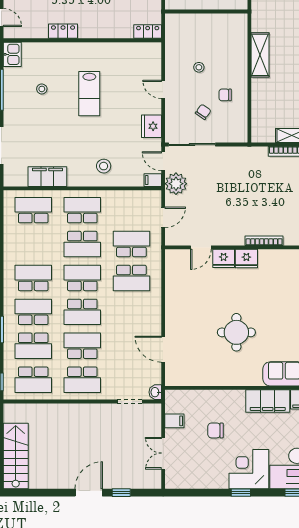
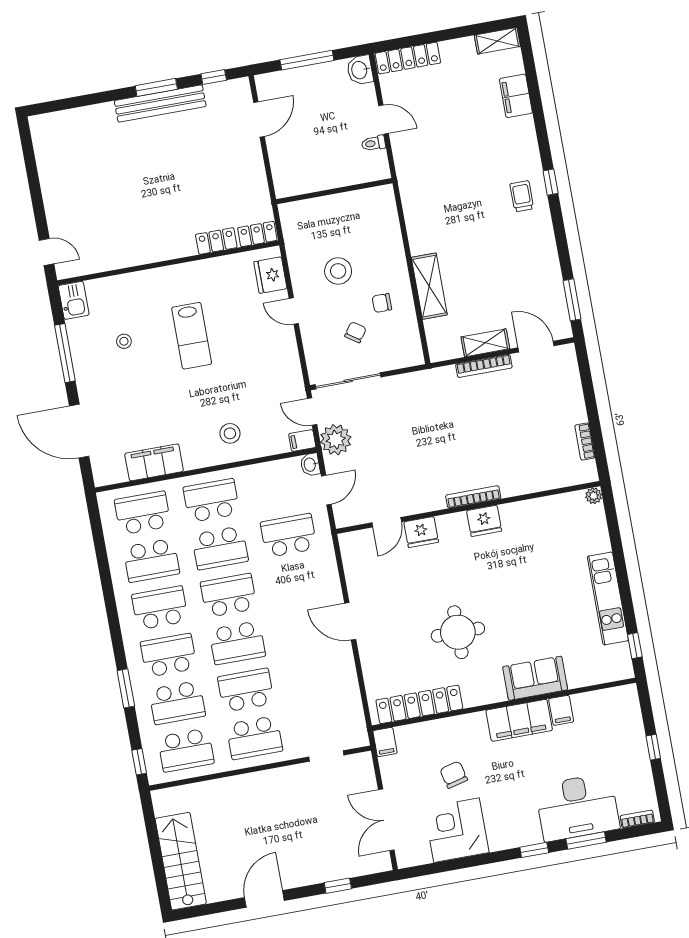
locker: (63, 31) -> (216, 241), moved
shelving: (260, 55) -> (429, 286), moved
stool: (199, 67) -> (338, 271), width x1.89, depth x1.89
fridge: (151, 126) -> (270, 275), moved
fridge: (246, 259) -> (484, 521), moved
school desk: (131, 278) -> (151, 560), moved
door: (163, 349) -> (350, 621), moved
locker: (201, 377) -> (419, 704), added
washbasin: (155, 392) -> (310, 465), moved
filing cabinet: (174, 421) -> (385, 742), moved, turned 90
chair: (216, 430) -> (454, 775), turned 76
double door: (163, 453) -> (386, 820), width x1.37
corner desk: (249, 469) -> (456, 830), moved
door: (89, 493) -> (264, 899), moved
window: (241, 493) -> (534, 850), moved

